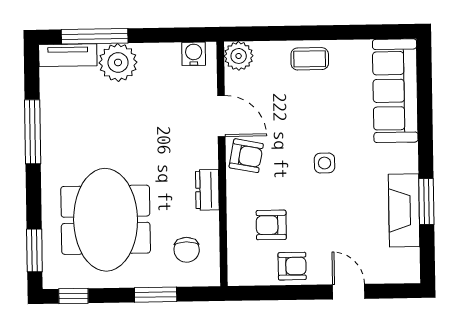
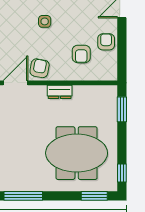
chair: (187, 250) -> (95, 105), removed
window: (156, 295) -> (122, 109), moved

